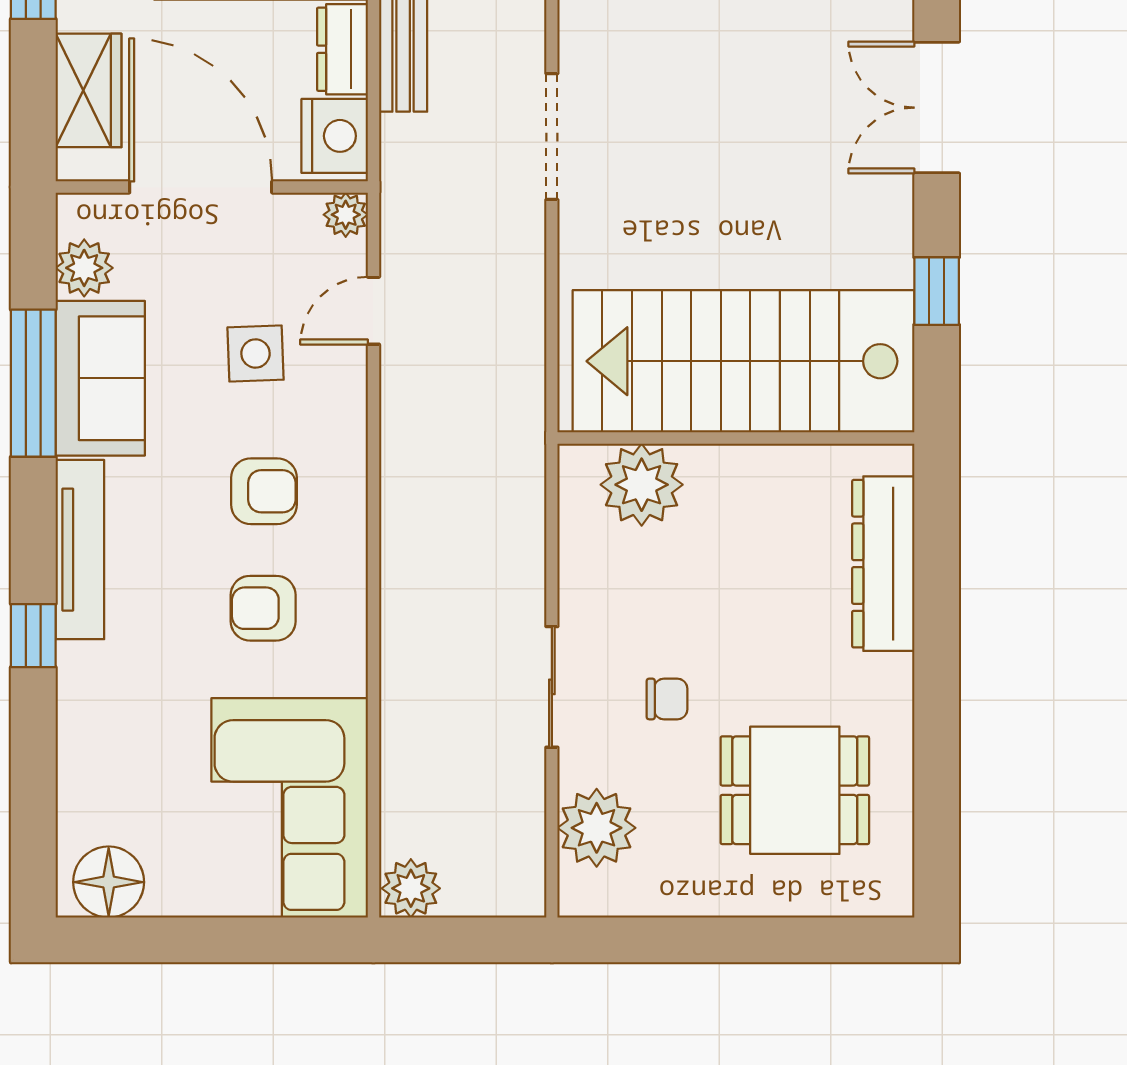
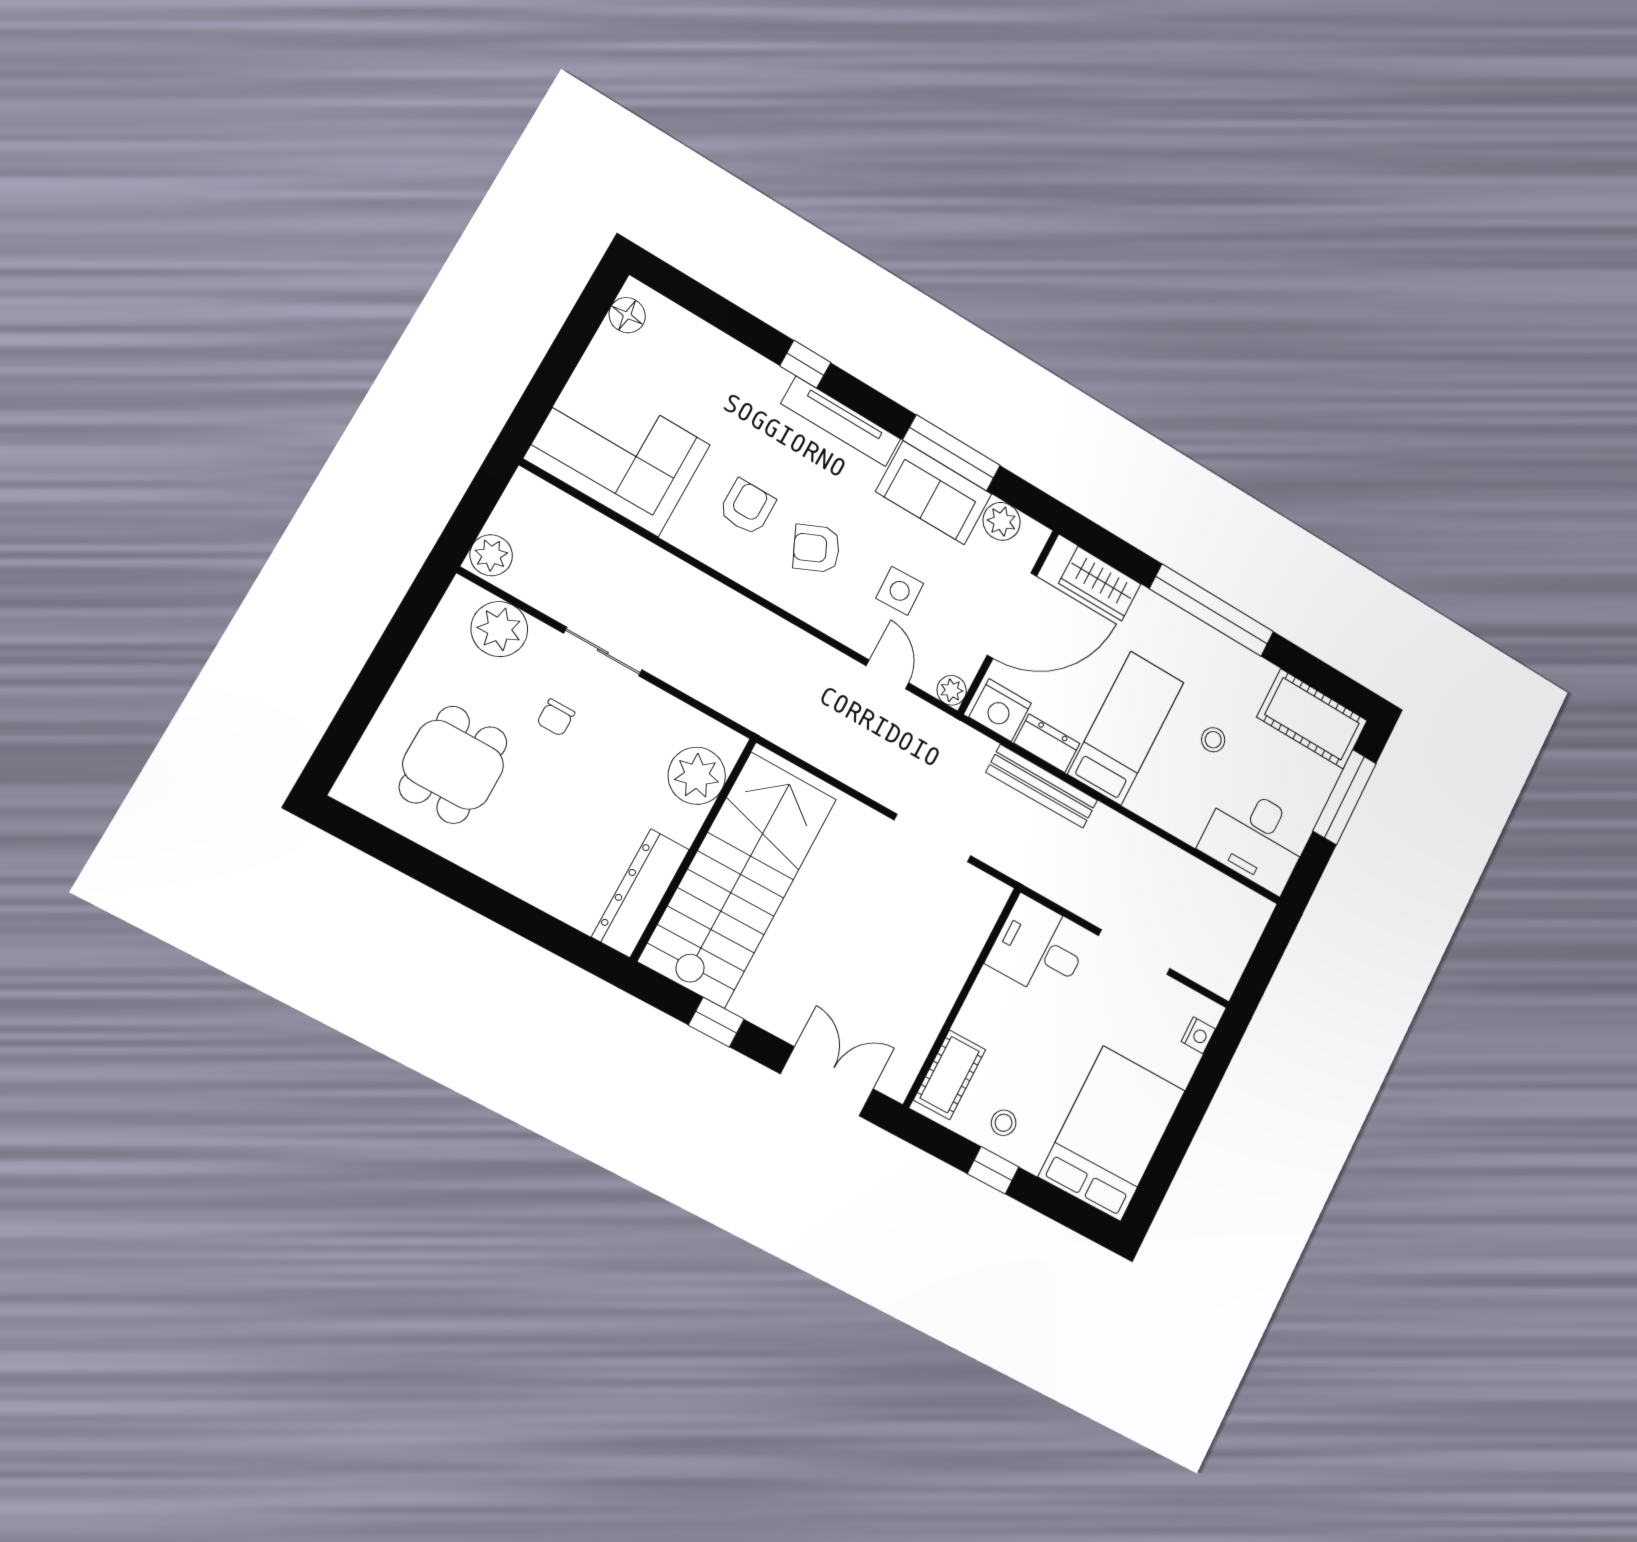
armchair: (264, 491) -> (816, 548), turned 66
dresser: (883, 564) -> (640, 893), moved, turned -90
floor lamp: (109, 882) -> (627, 315), width x0.73, depth x0.73
plant: (411, 888) -> (491, 555), moved

